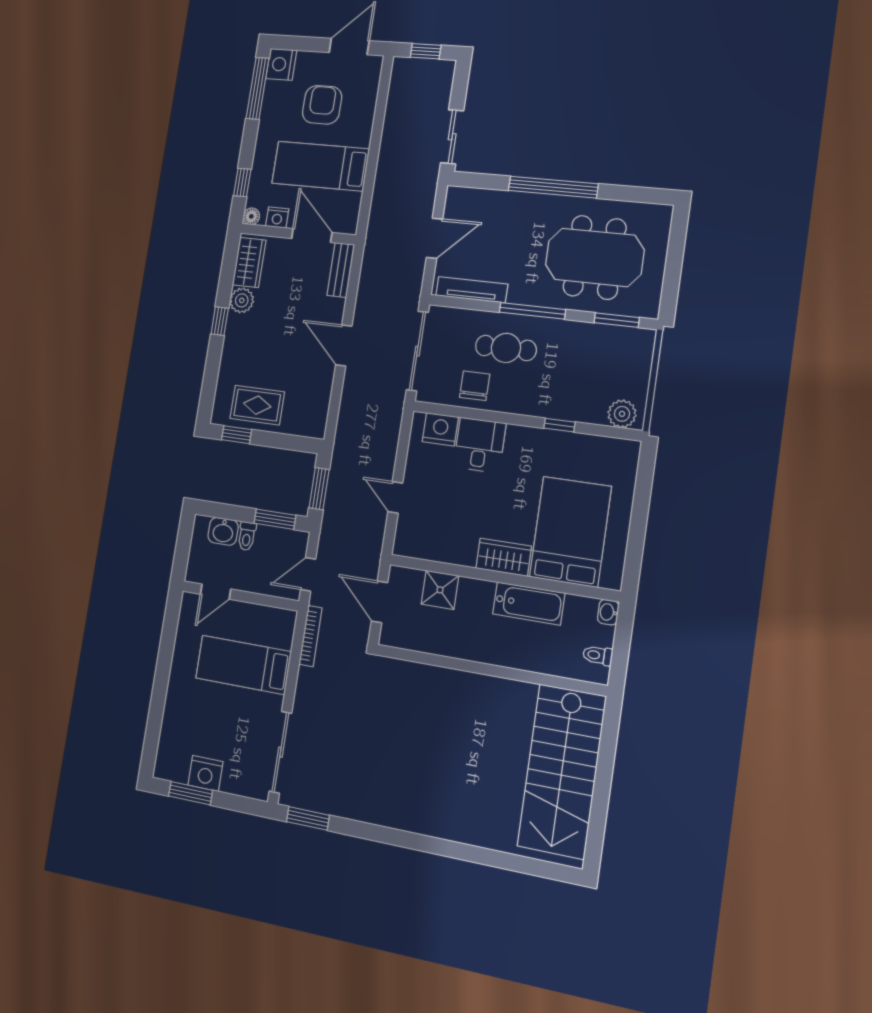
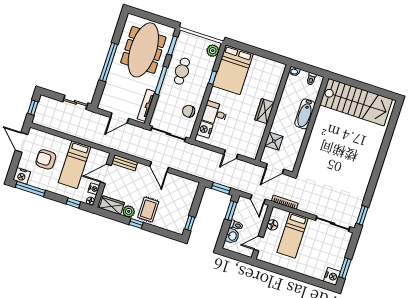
door: (434, 238) -> (120, 118), swing flipped
meeting table: (595, 257) -> (143, 50), width x1.36
door: (344, 345) -> (159, 167), hinge flipped
cafe table: (506, 348) -> (182, 71), moved
rug: (257, 405) -> (148, 210), moved
bed: (570, 532) -> (233, 70), moved, turned -90
door: (216, 592) -> (259, 243), swing flipped
bathtub: (529, 603) -> (305, 114), moved, turned 180
floor lamp: (259, 616) -> (272, 225), added
nightstand: (205, 773) -> (332, 276), moved

